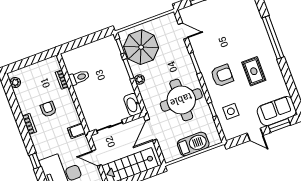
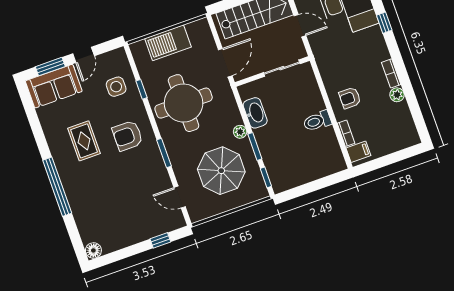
parasol: (141, 47) -> (221, 171), moved
toilet: (79, 77) -> (317, 121), moved
plant: (15, 82) -> (397, 95), moved
washbasin: (133, 105) -> (255, 113), moved
armchair: (48, 109) -> (350, 98), moved, turned 90
filing cabinet: (76, 131) -> (358, 152), moved
door: (255, 134) -> (84, 55), swing flipped

